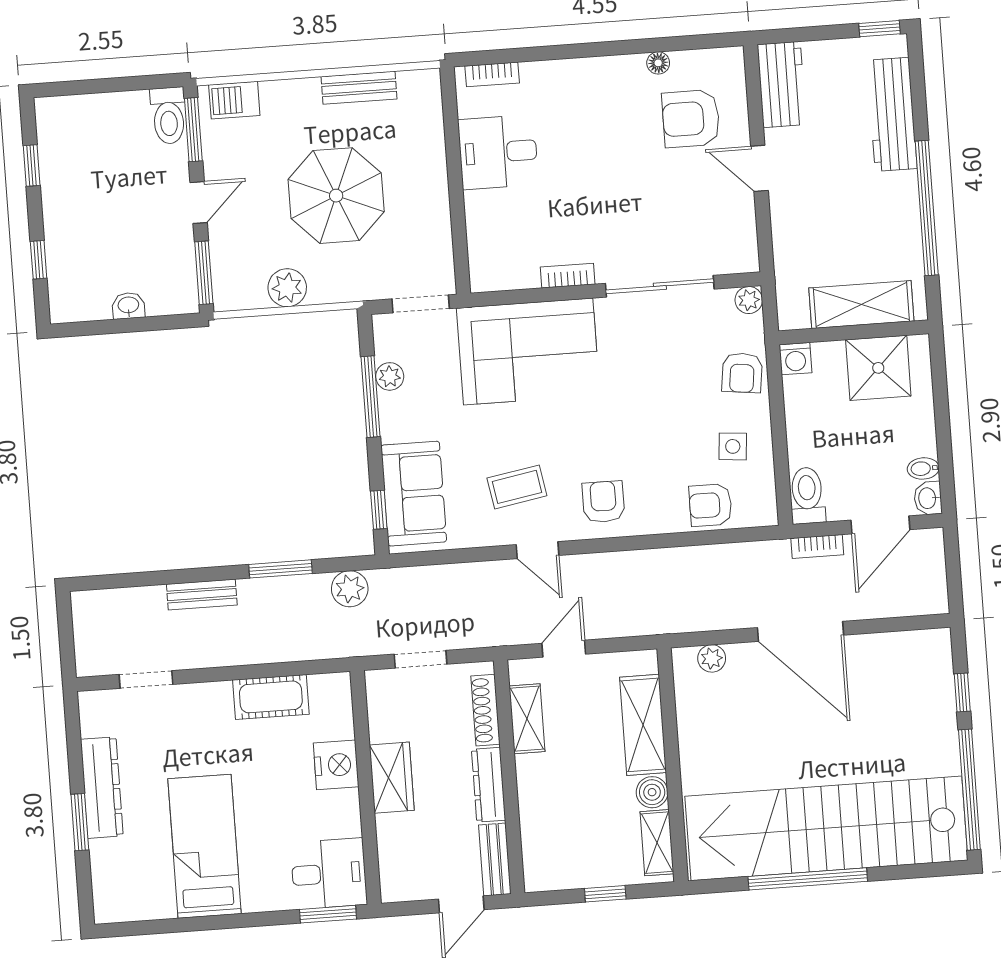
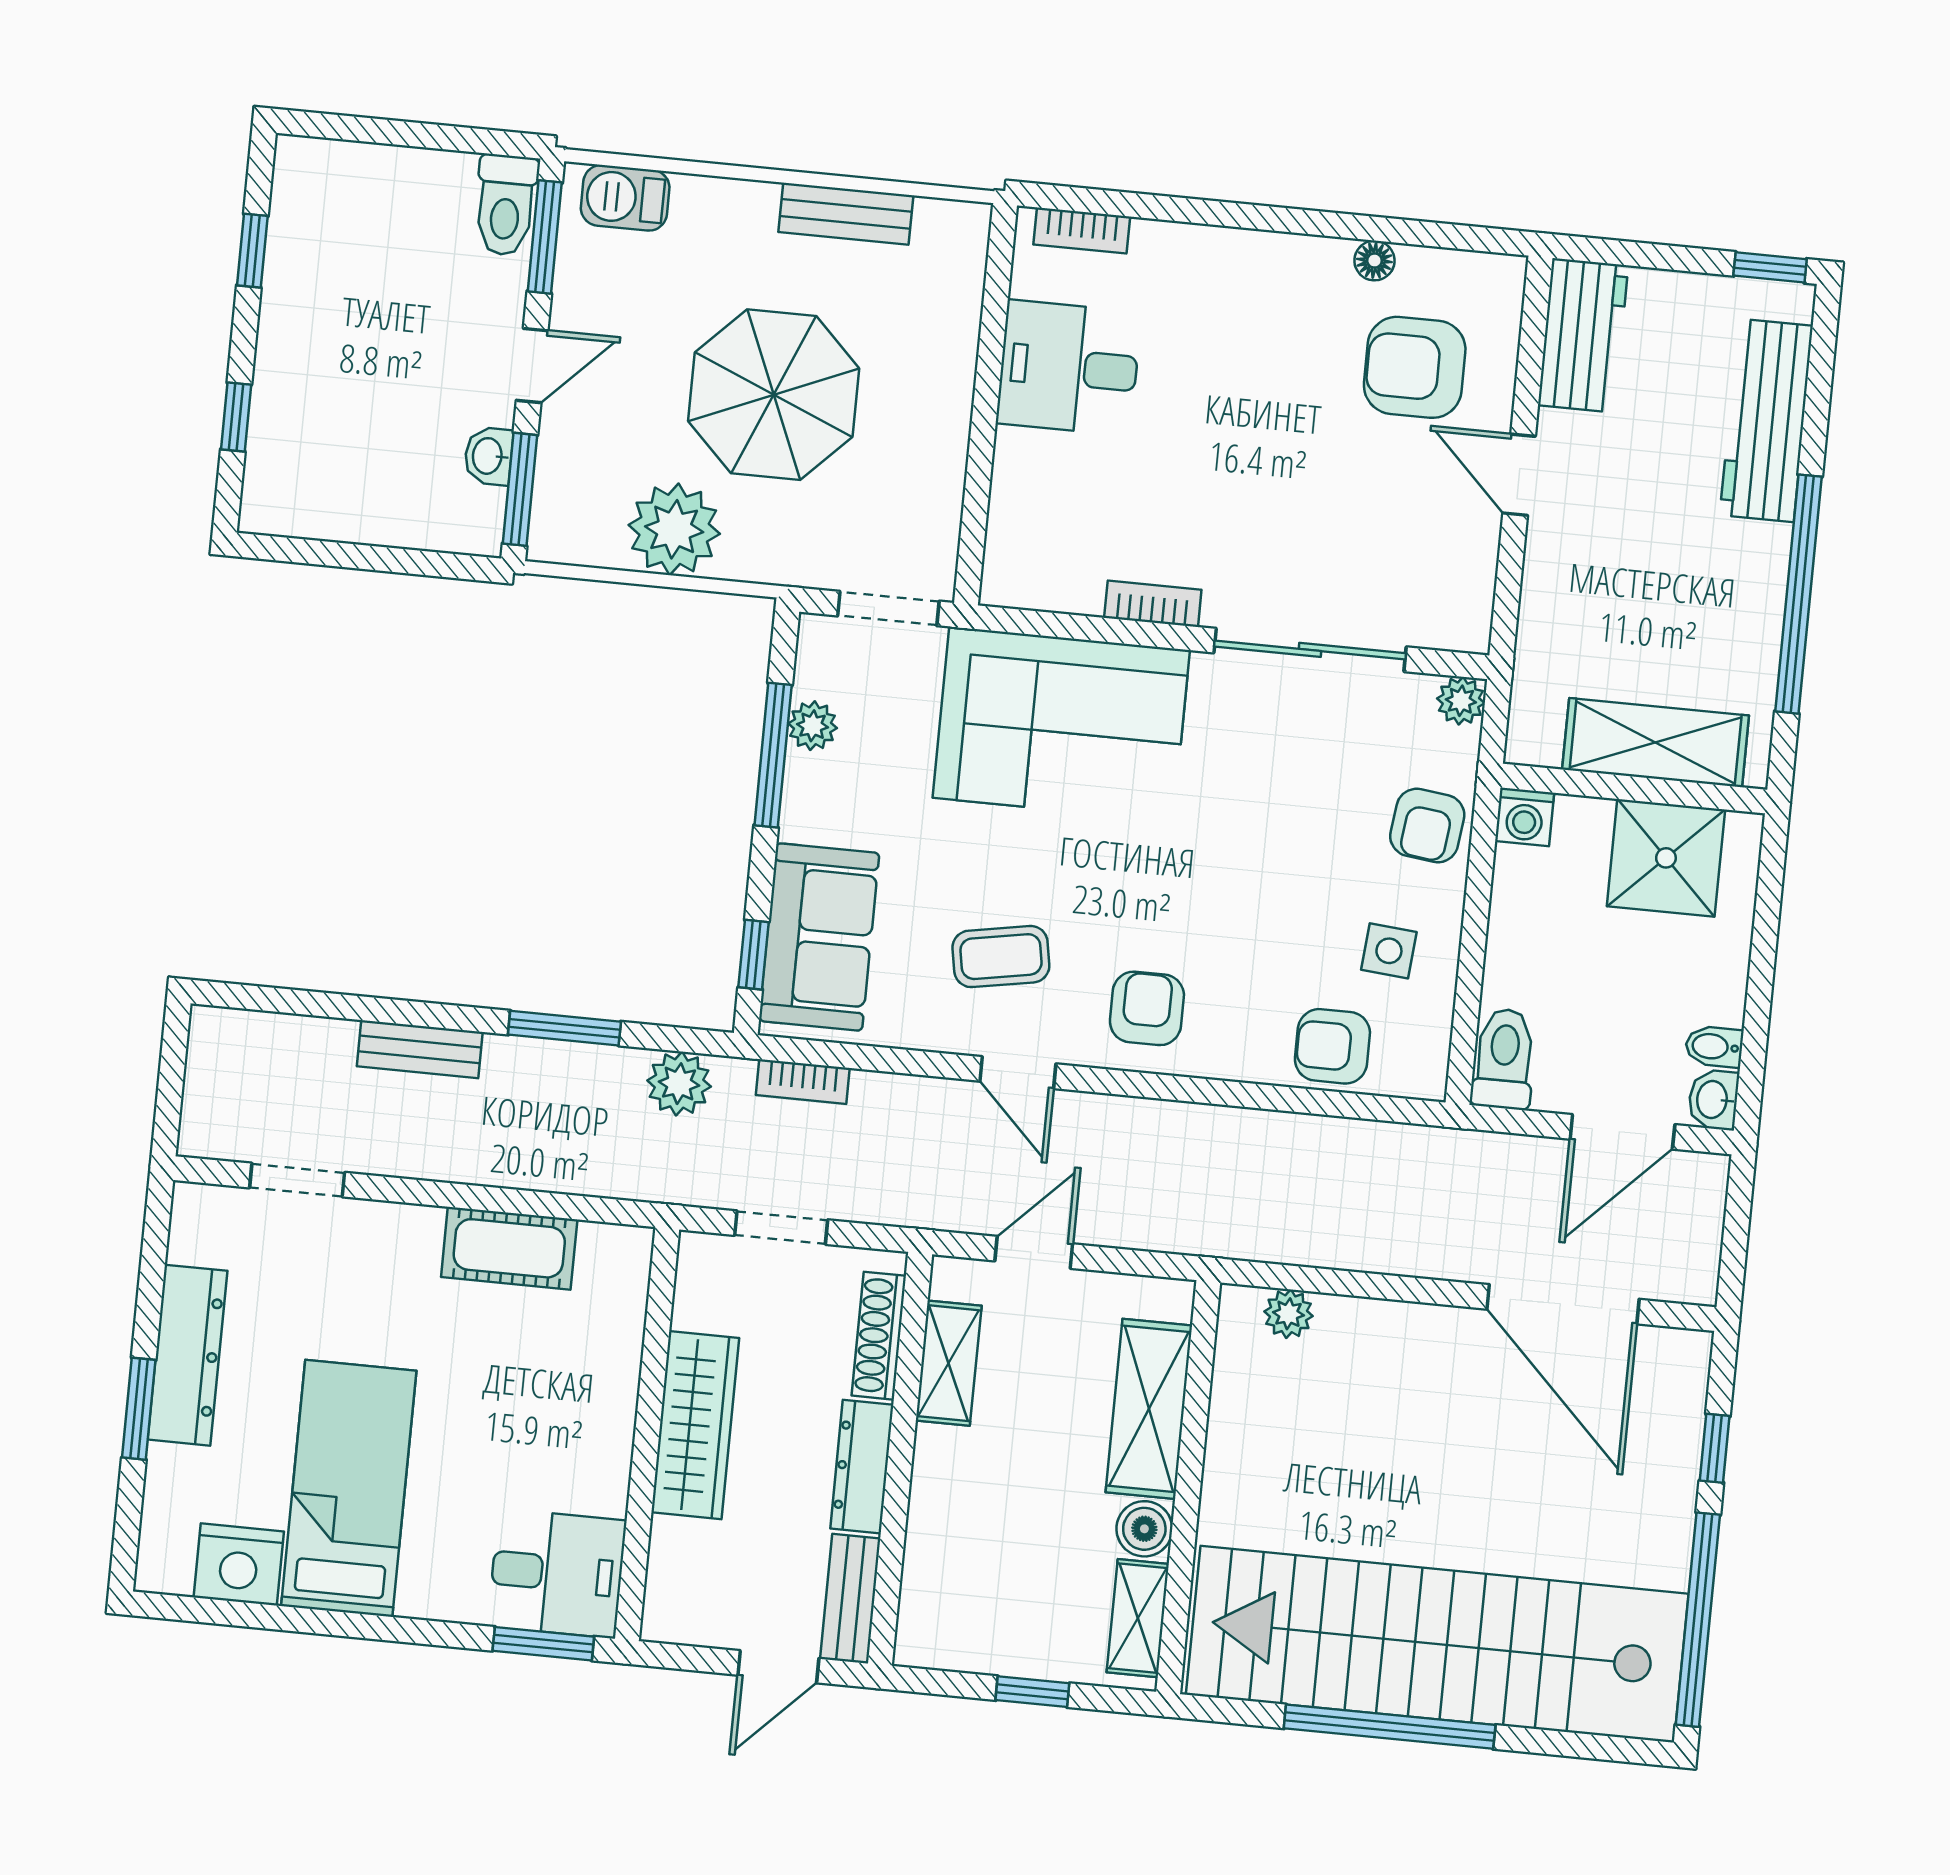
plant: (287, 288) -> (674, 529), width x1.36, depth x1.36
washbasin: (128, 306) -> (489, 456), moved, turned -90
bookcase: (817, 547) -> (803, 1082), moved
door: (800, 631) -> (1563, 1304), moved
nightstand: (336, 765) -> (239, 1564), moved, turned 90
wardrobe: (392, 778) -> (695, 1425), width x1.50

